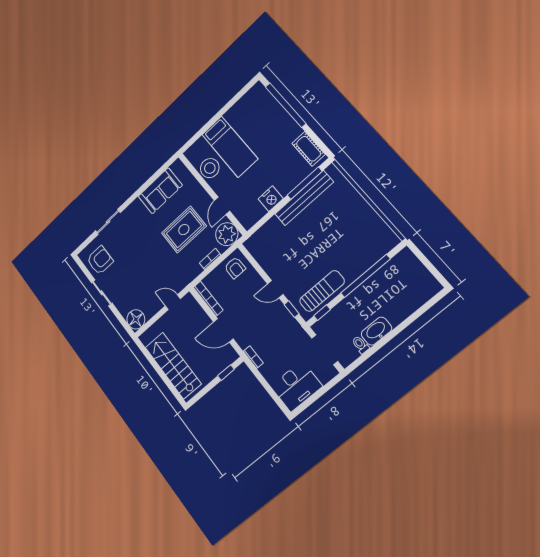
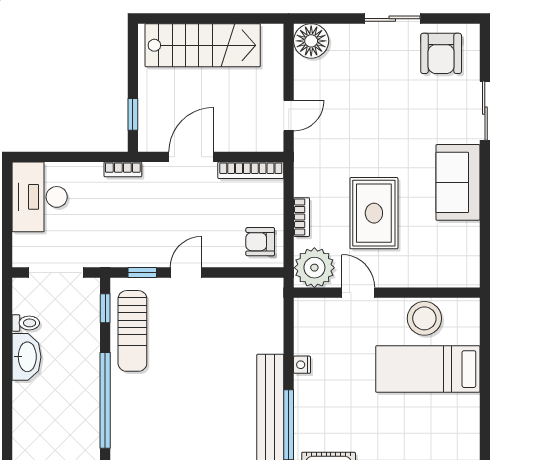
sofa: (160, 191) -> (458, 182), moved
nightstand: (271, 199) -> (302, 365), width x0.53, depth x0.56

